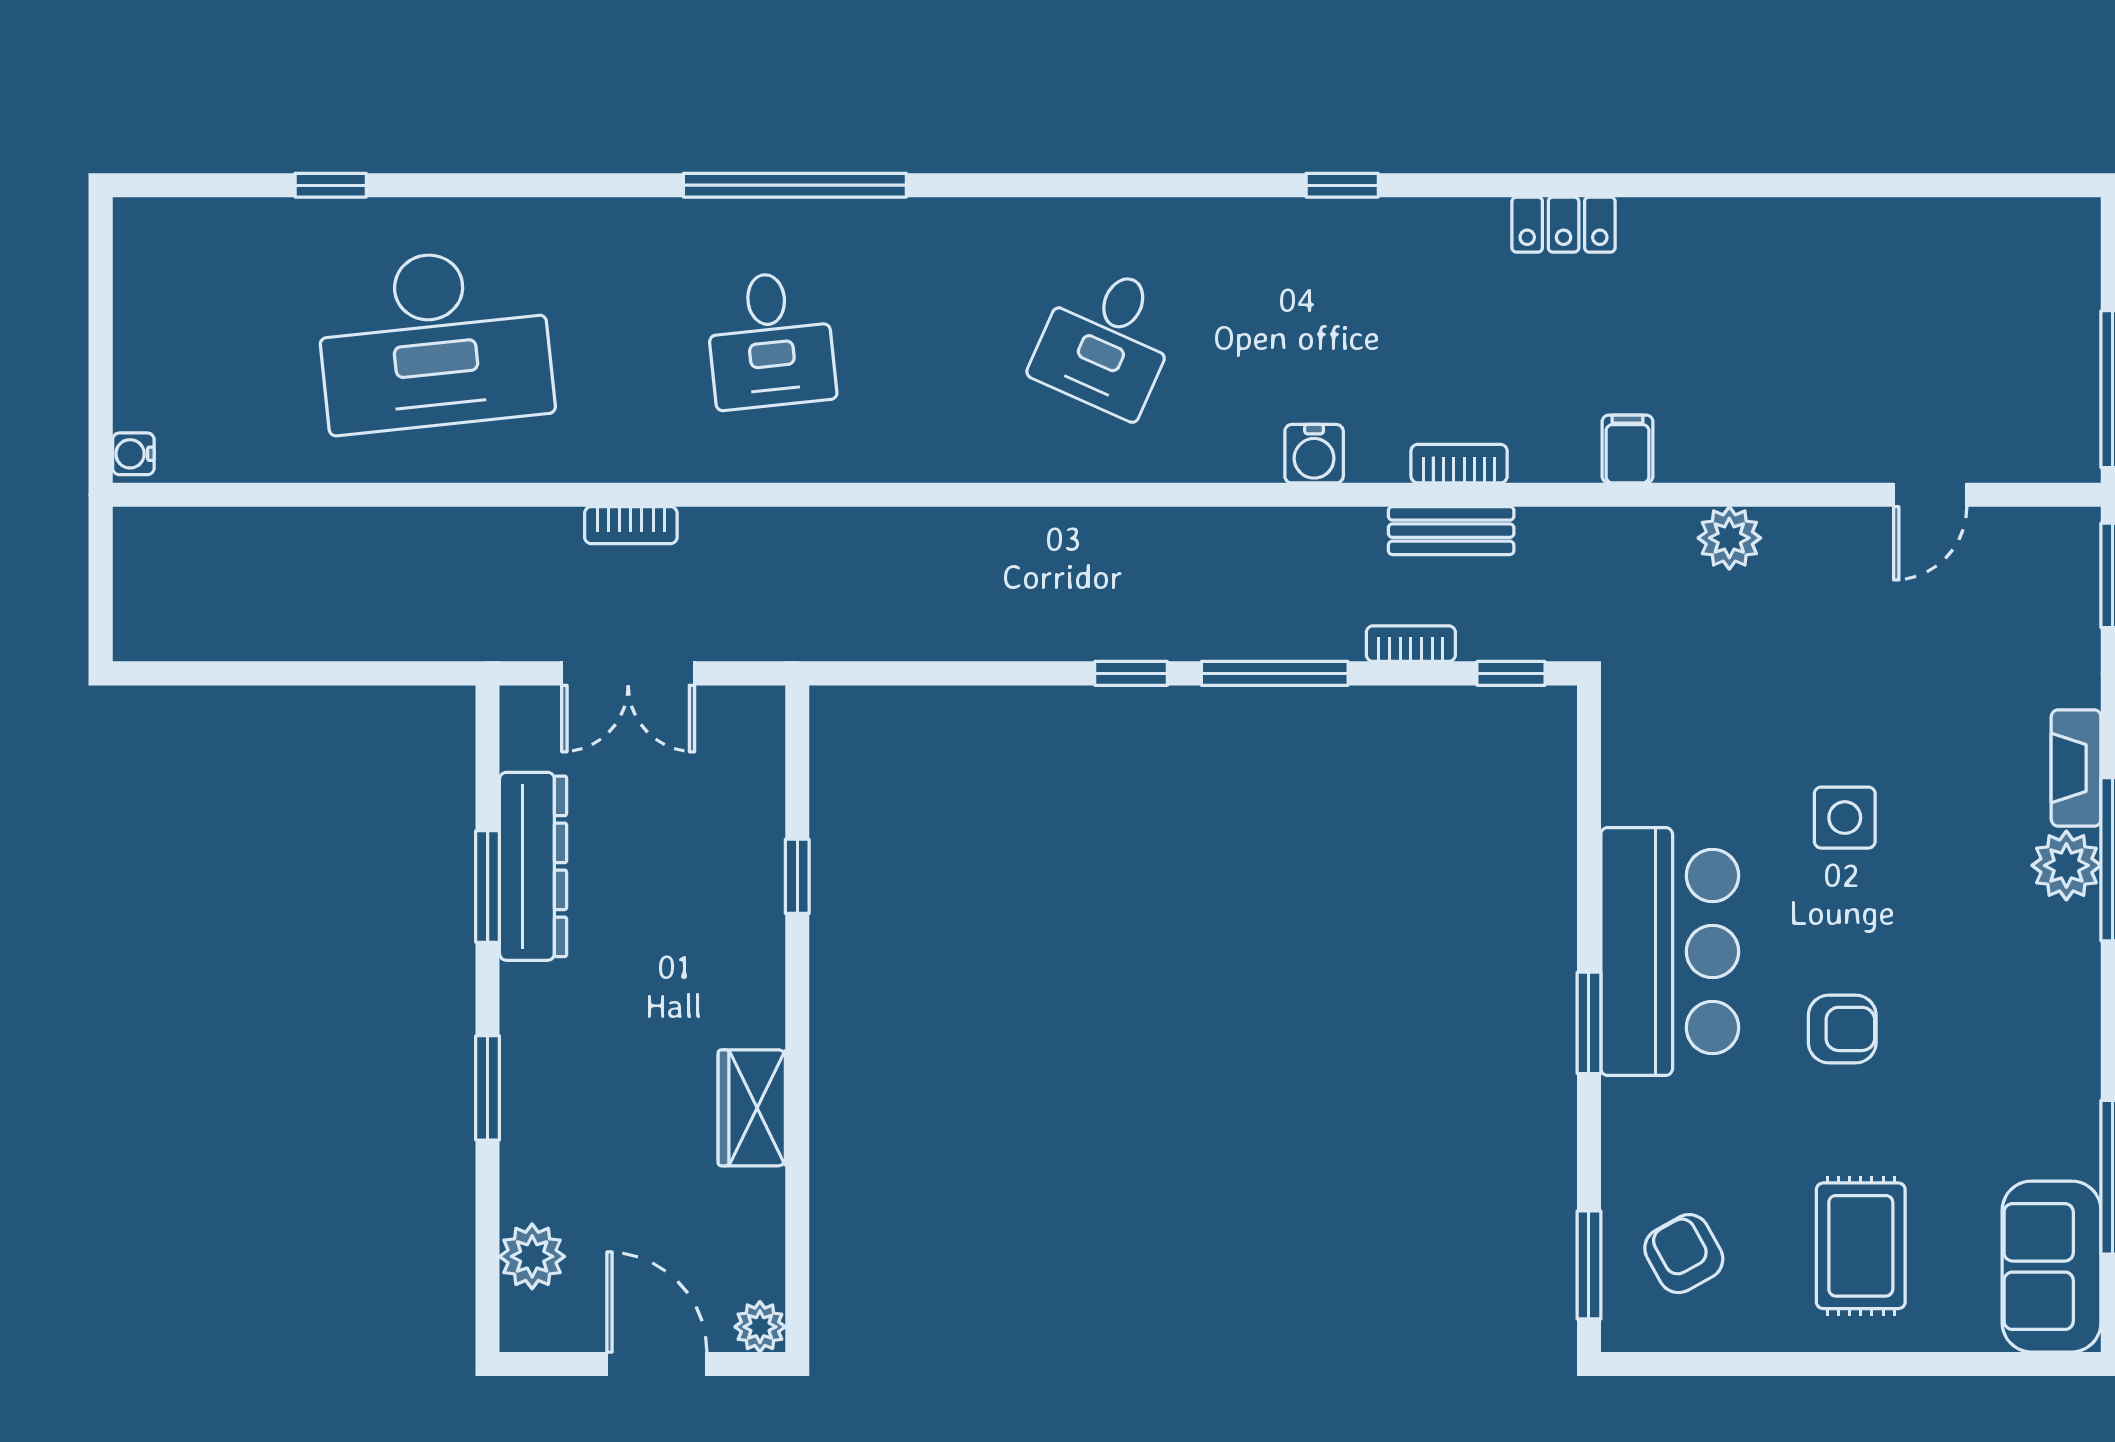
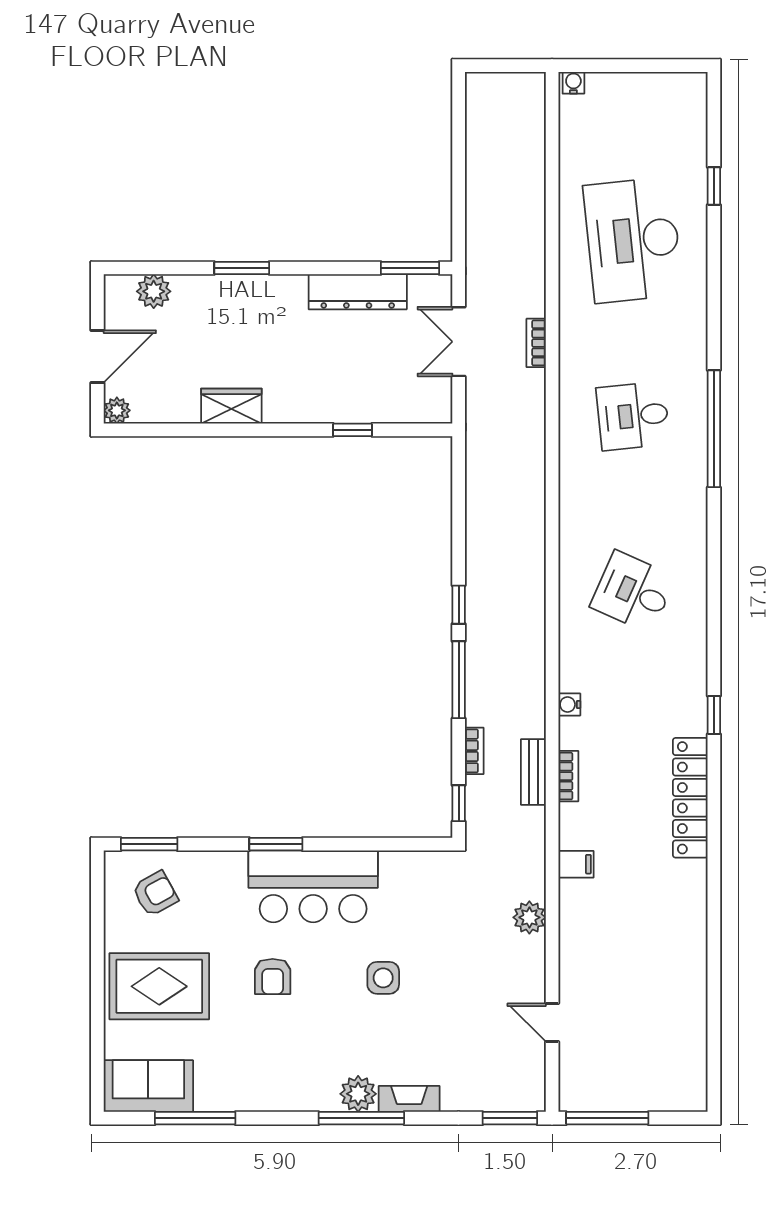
locker: (1564, 225) -> (690, 798), width x2.16, depth x1.21
water cooler: (1314, 454) -> (569, 705), width x0.72, depth x0.72
window: (488, 886) -> (410, 268), moved
rug: (1861, 1246) -> (159, 986), width x1.36, depth x1.43

